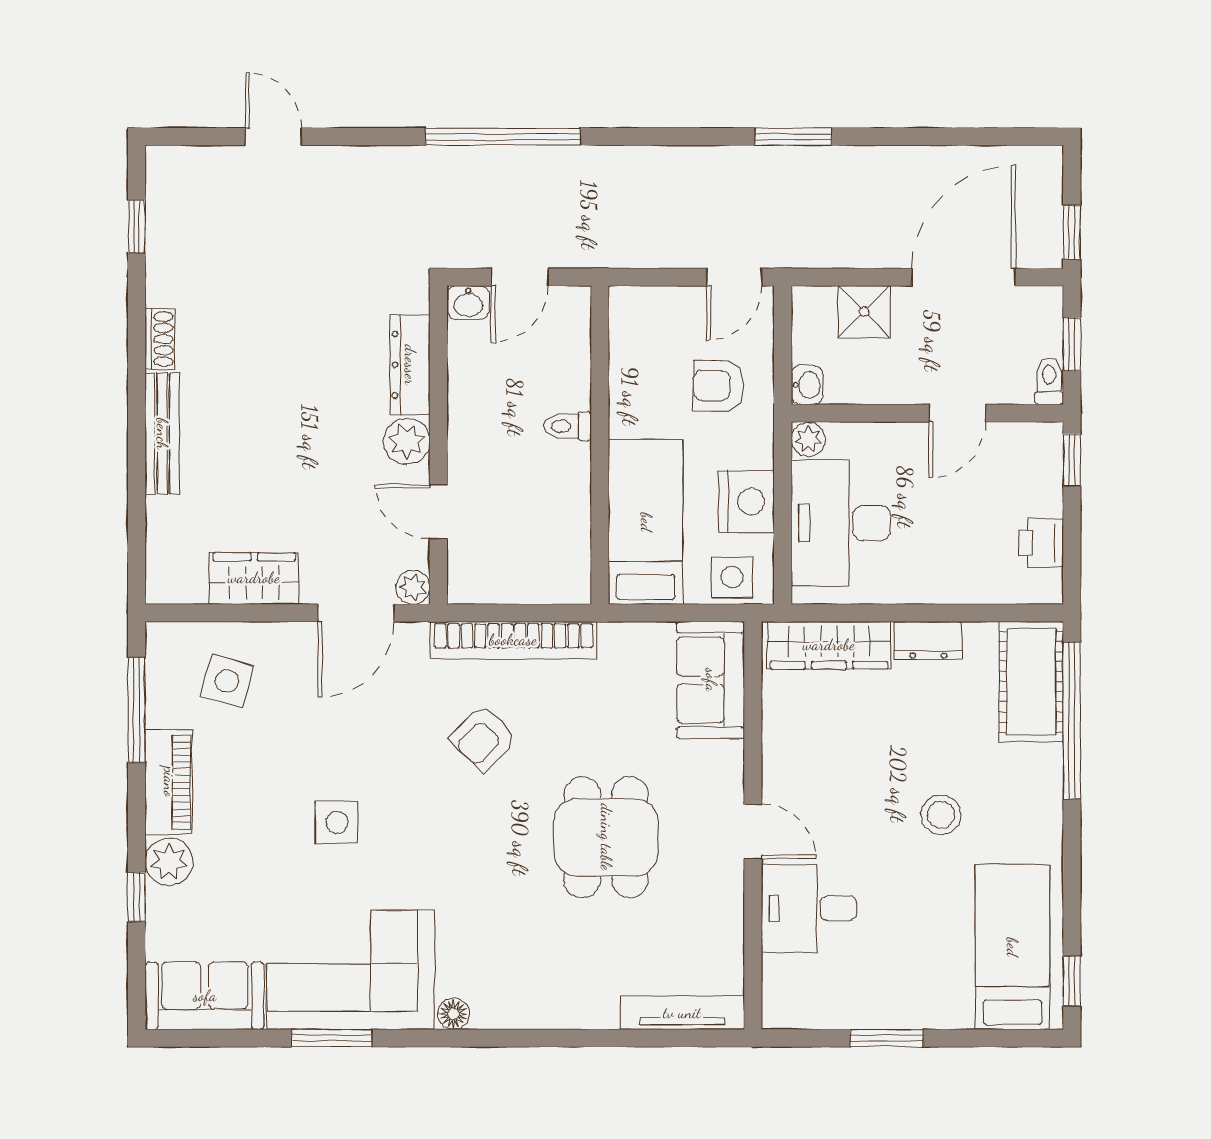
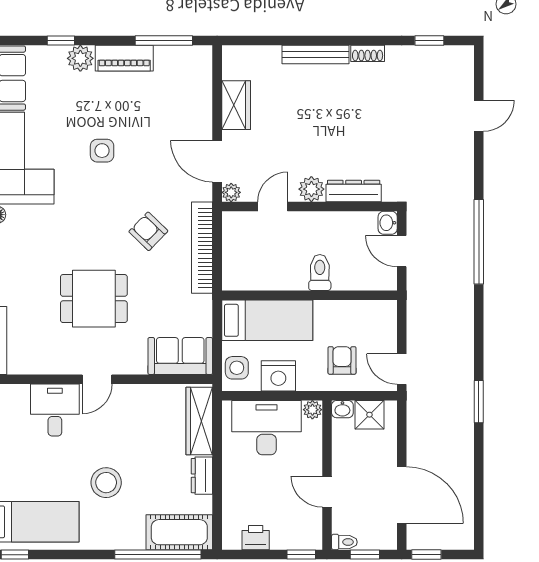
shower: (864, 312) -> (369, 415), moved
toilet: (568, 426) -> (320, 272), width x1.37, depth x1.39
side table: (227, 681) -> (180, 90), removed
stool: (941, 815) -> (106, 483), width x1.38, depth x1.38

